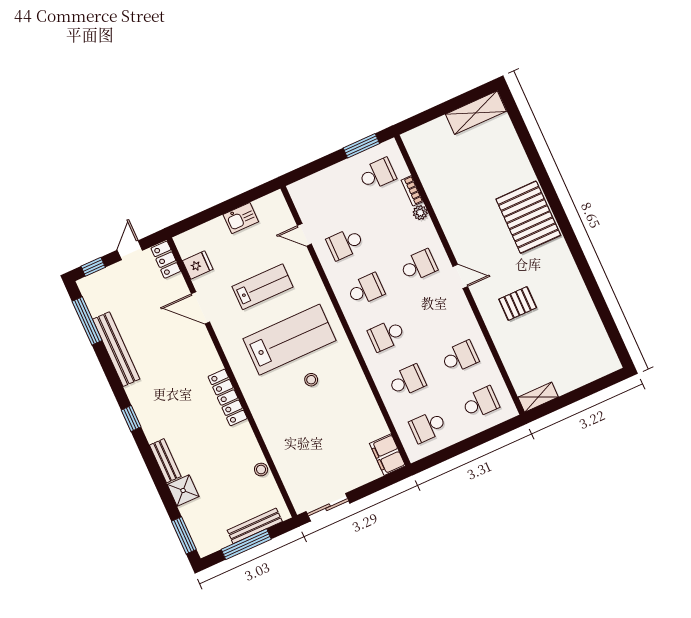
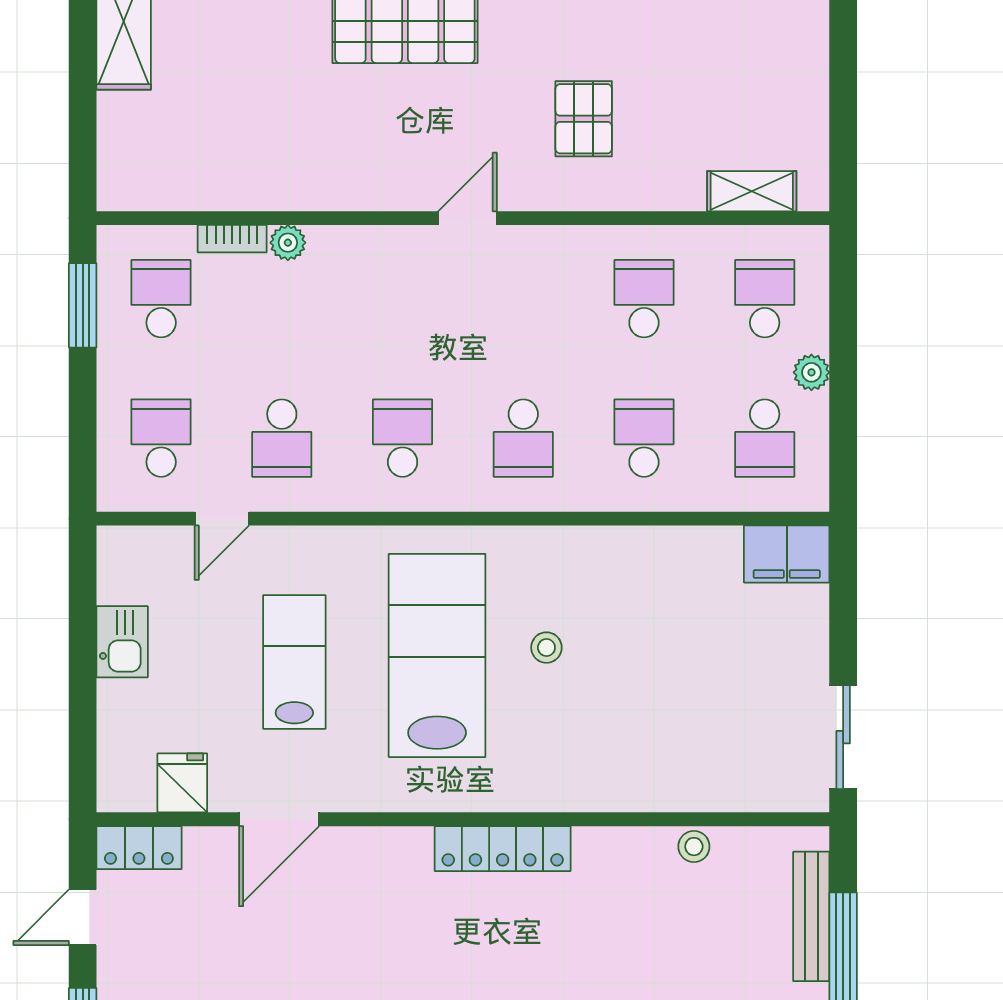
door: (130, 250) -> (83, 917), hinge flipped
school desk: (419, 266) -> (161, 438), moved
shelving: (538, 397) -> (752, 191), moved, turned 90
plant: (461, 433) -> (811, 372), added

